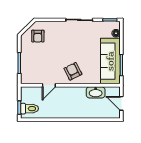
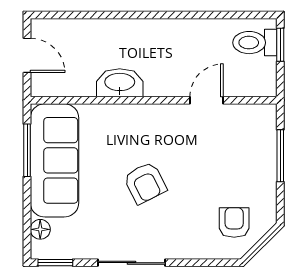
armchair: (73, 71) -> (145, 183), moved
washbasin: (96, 92) -> (120, 83), moved

